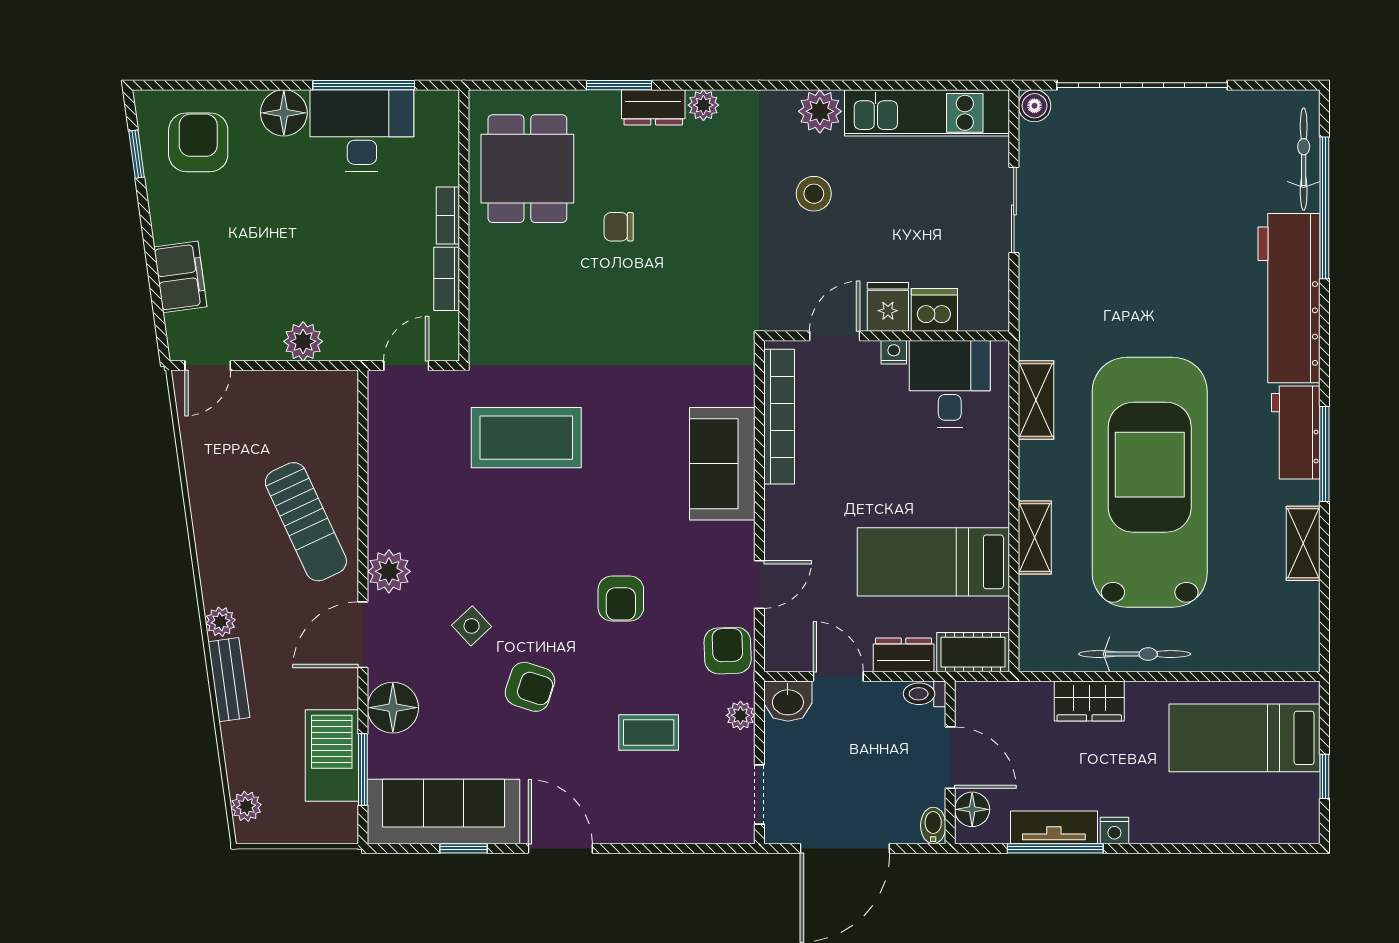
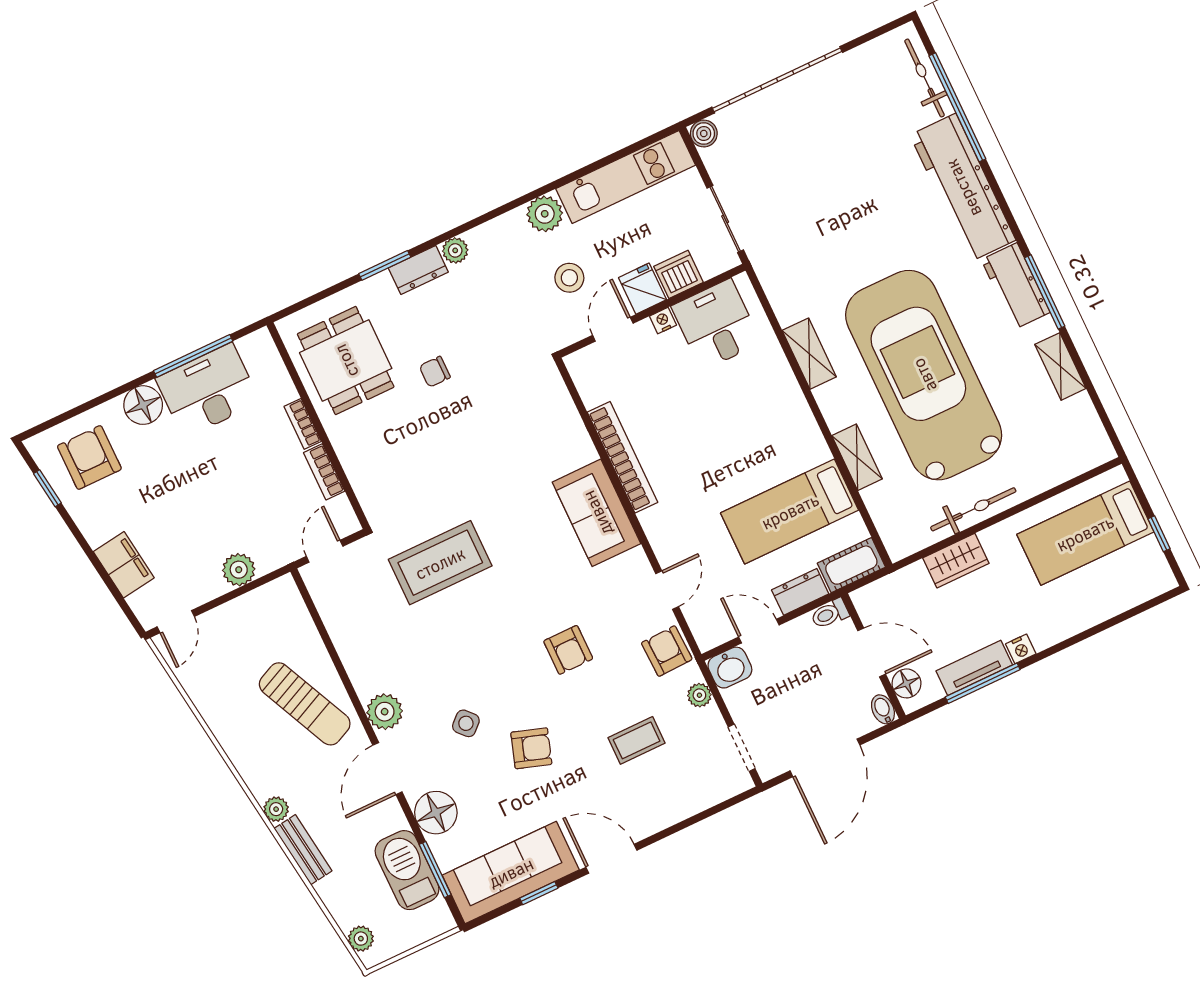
fridge: (888, 307) -> (642, 289), moved
dishwasher: (934, 310) -> (678, 274), moved
door: (835, 336) -> (613, 329), moved
wall: (887, 336) -> (652, 311), moved
nightstand: (894, 352) -> (663, 321), moved
desk: (950, 384) -> (716, 324), moved

